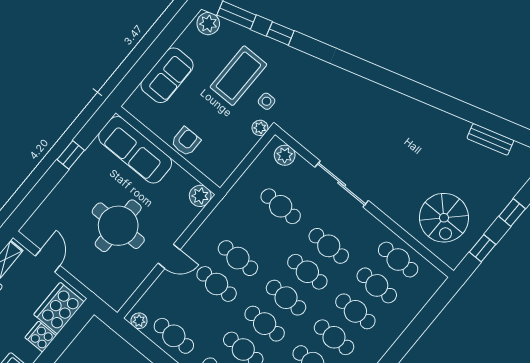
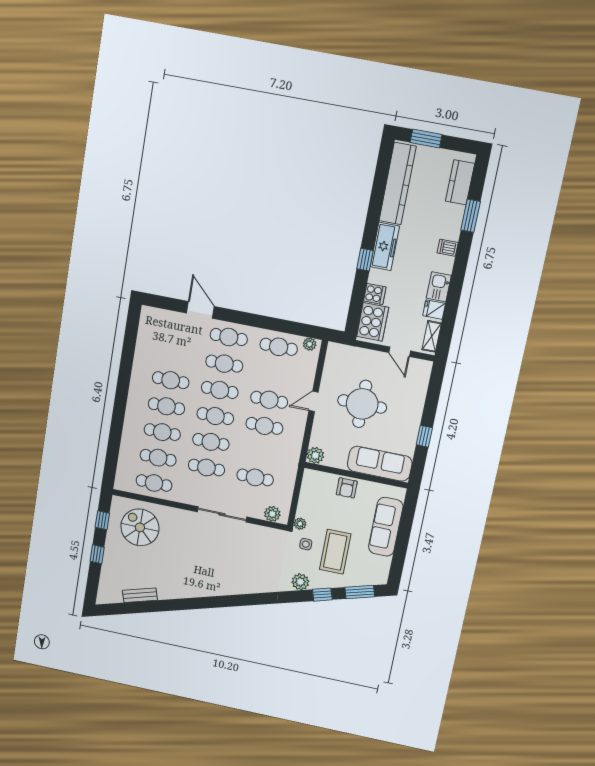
plant: (208, 24) -> (300, 582), moved
sofa: (167, 75) -> (386, 527), width x1.36

